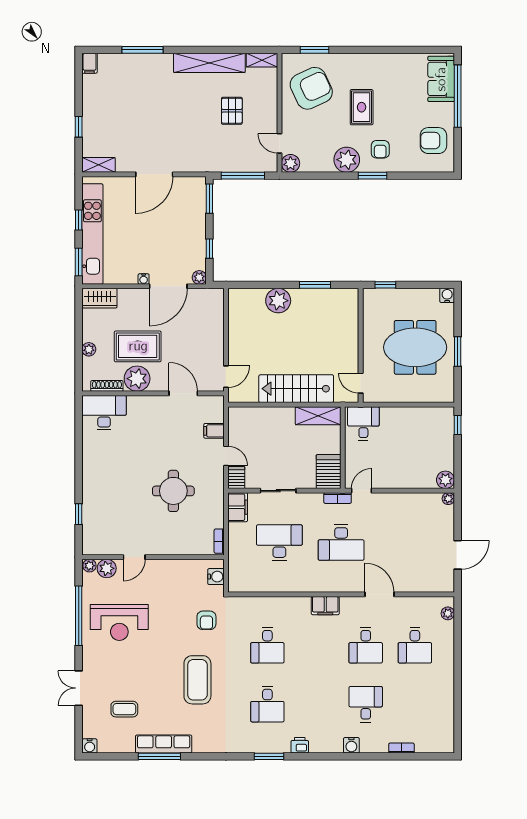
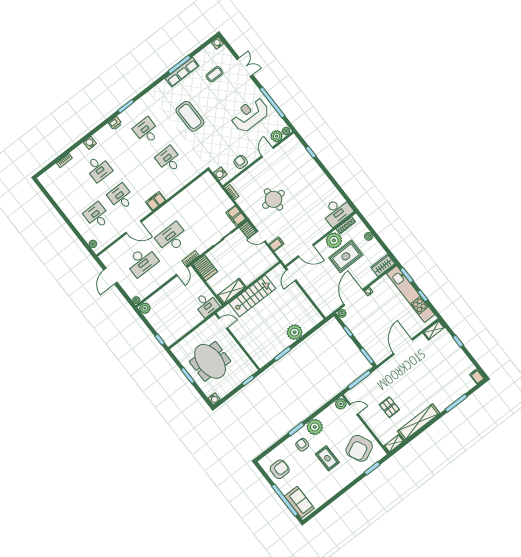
meeting table: (415, 347) -> (210, 361), turned 90
desk: (279, 543) -> (142, 261), moved
armchair: (206, 620) -> (241, 162), moved

